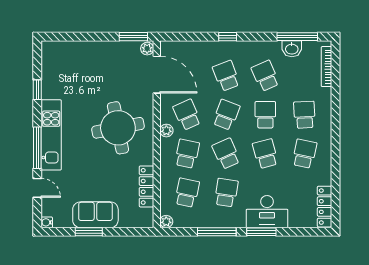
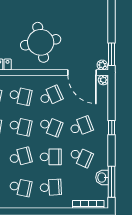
door: (157, 75) -> (82, 72), hinge flipped
school desk: (265, 76) -> (81, 157), turned 48
plant: (166, 131) -> (103, 80), moved
school desk: (226, 154) -> (20, 126), turned 36

